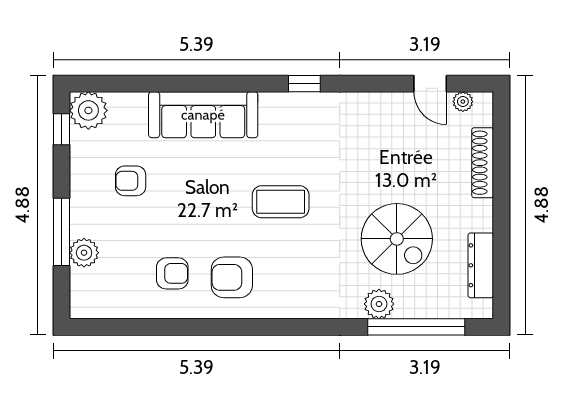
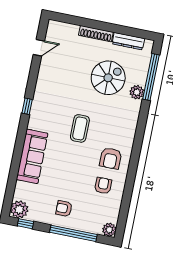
plant: (463, 102) -> (50, 34), removed
shoe rack: (483, 163) -> (96, 34), moved
armchair: (131, 181) -> (64, 209), moved, turned 90
window: (62, 232) -> (73, 233), width x1.46
plant: (84, 253) -> (109, 230), moved

